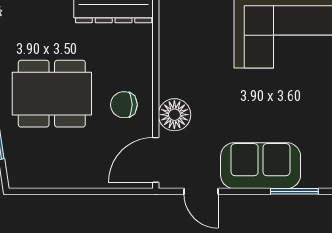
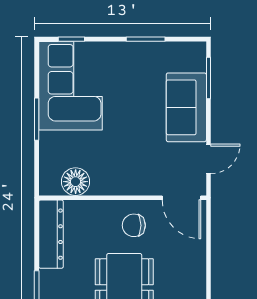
chair: (124, 105) -> (134, 225), turned 90
floor lamp: (174, 115) -> (76, 182), moved

